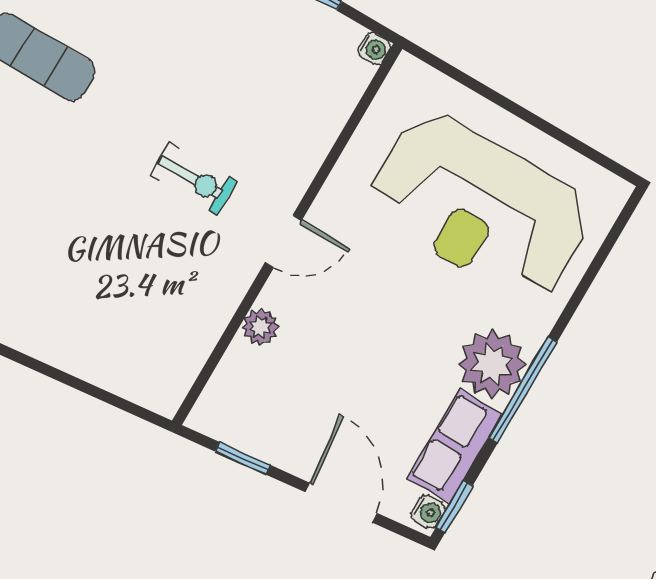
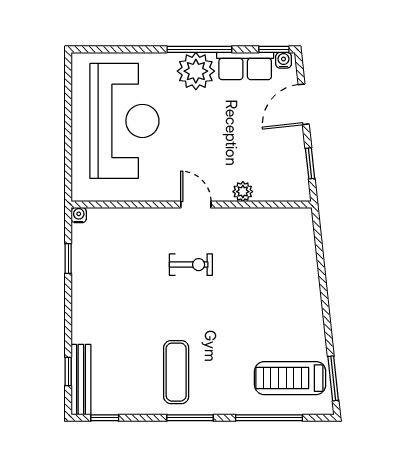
exercise bike: (194, 179) -> (191, 265), turned 90

